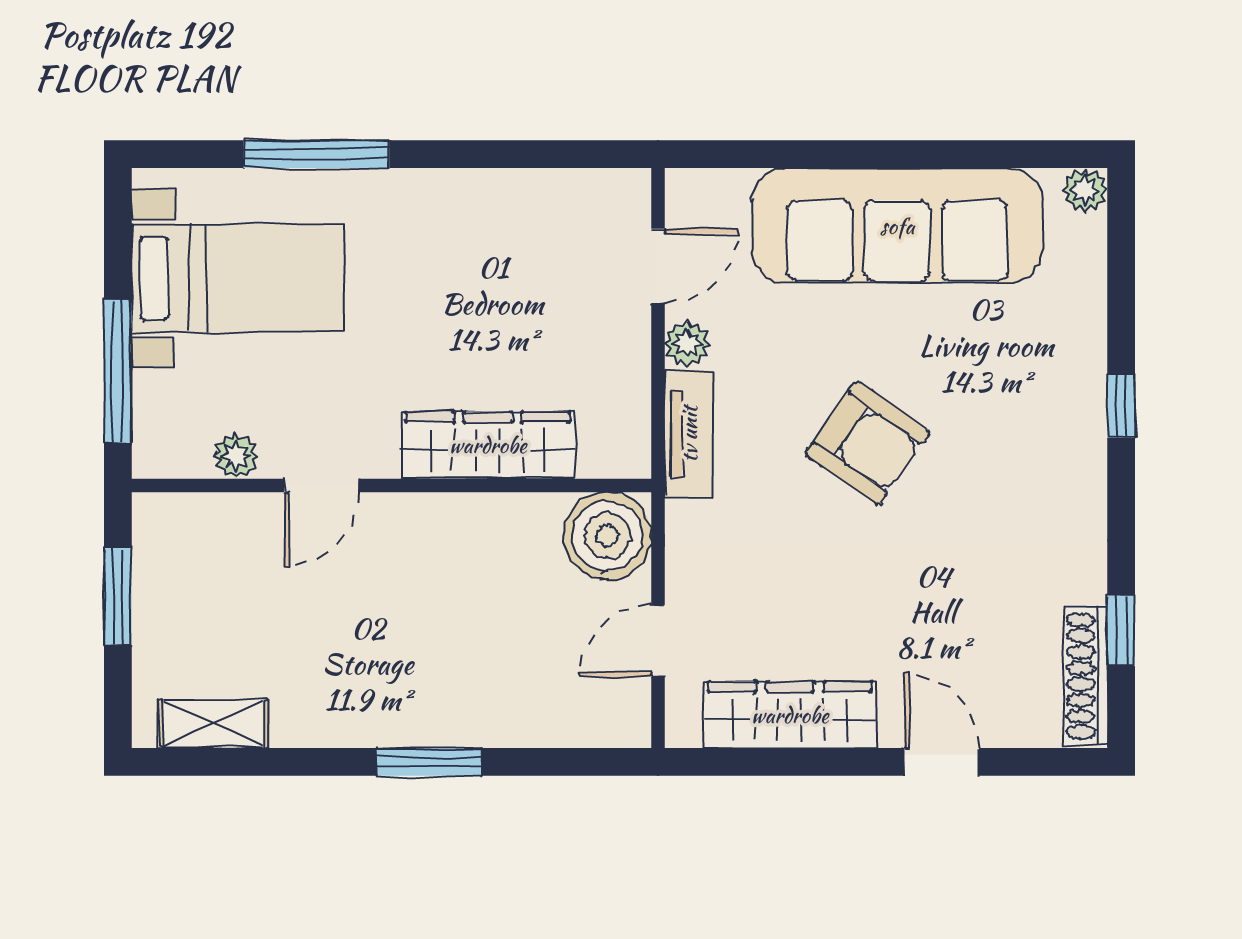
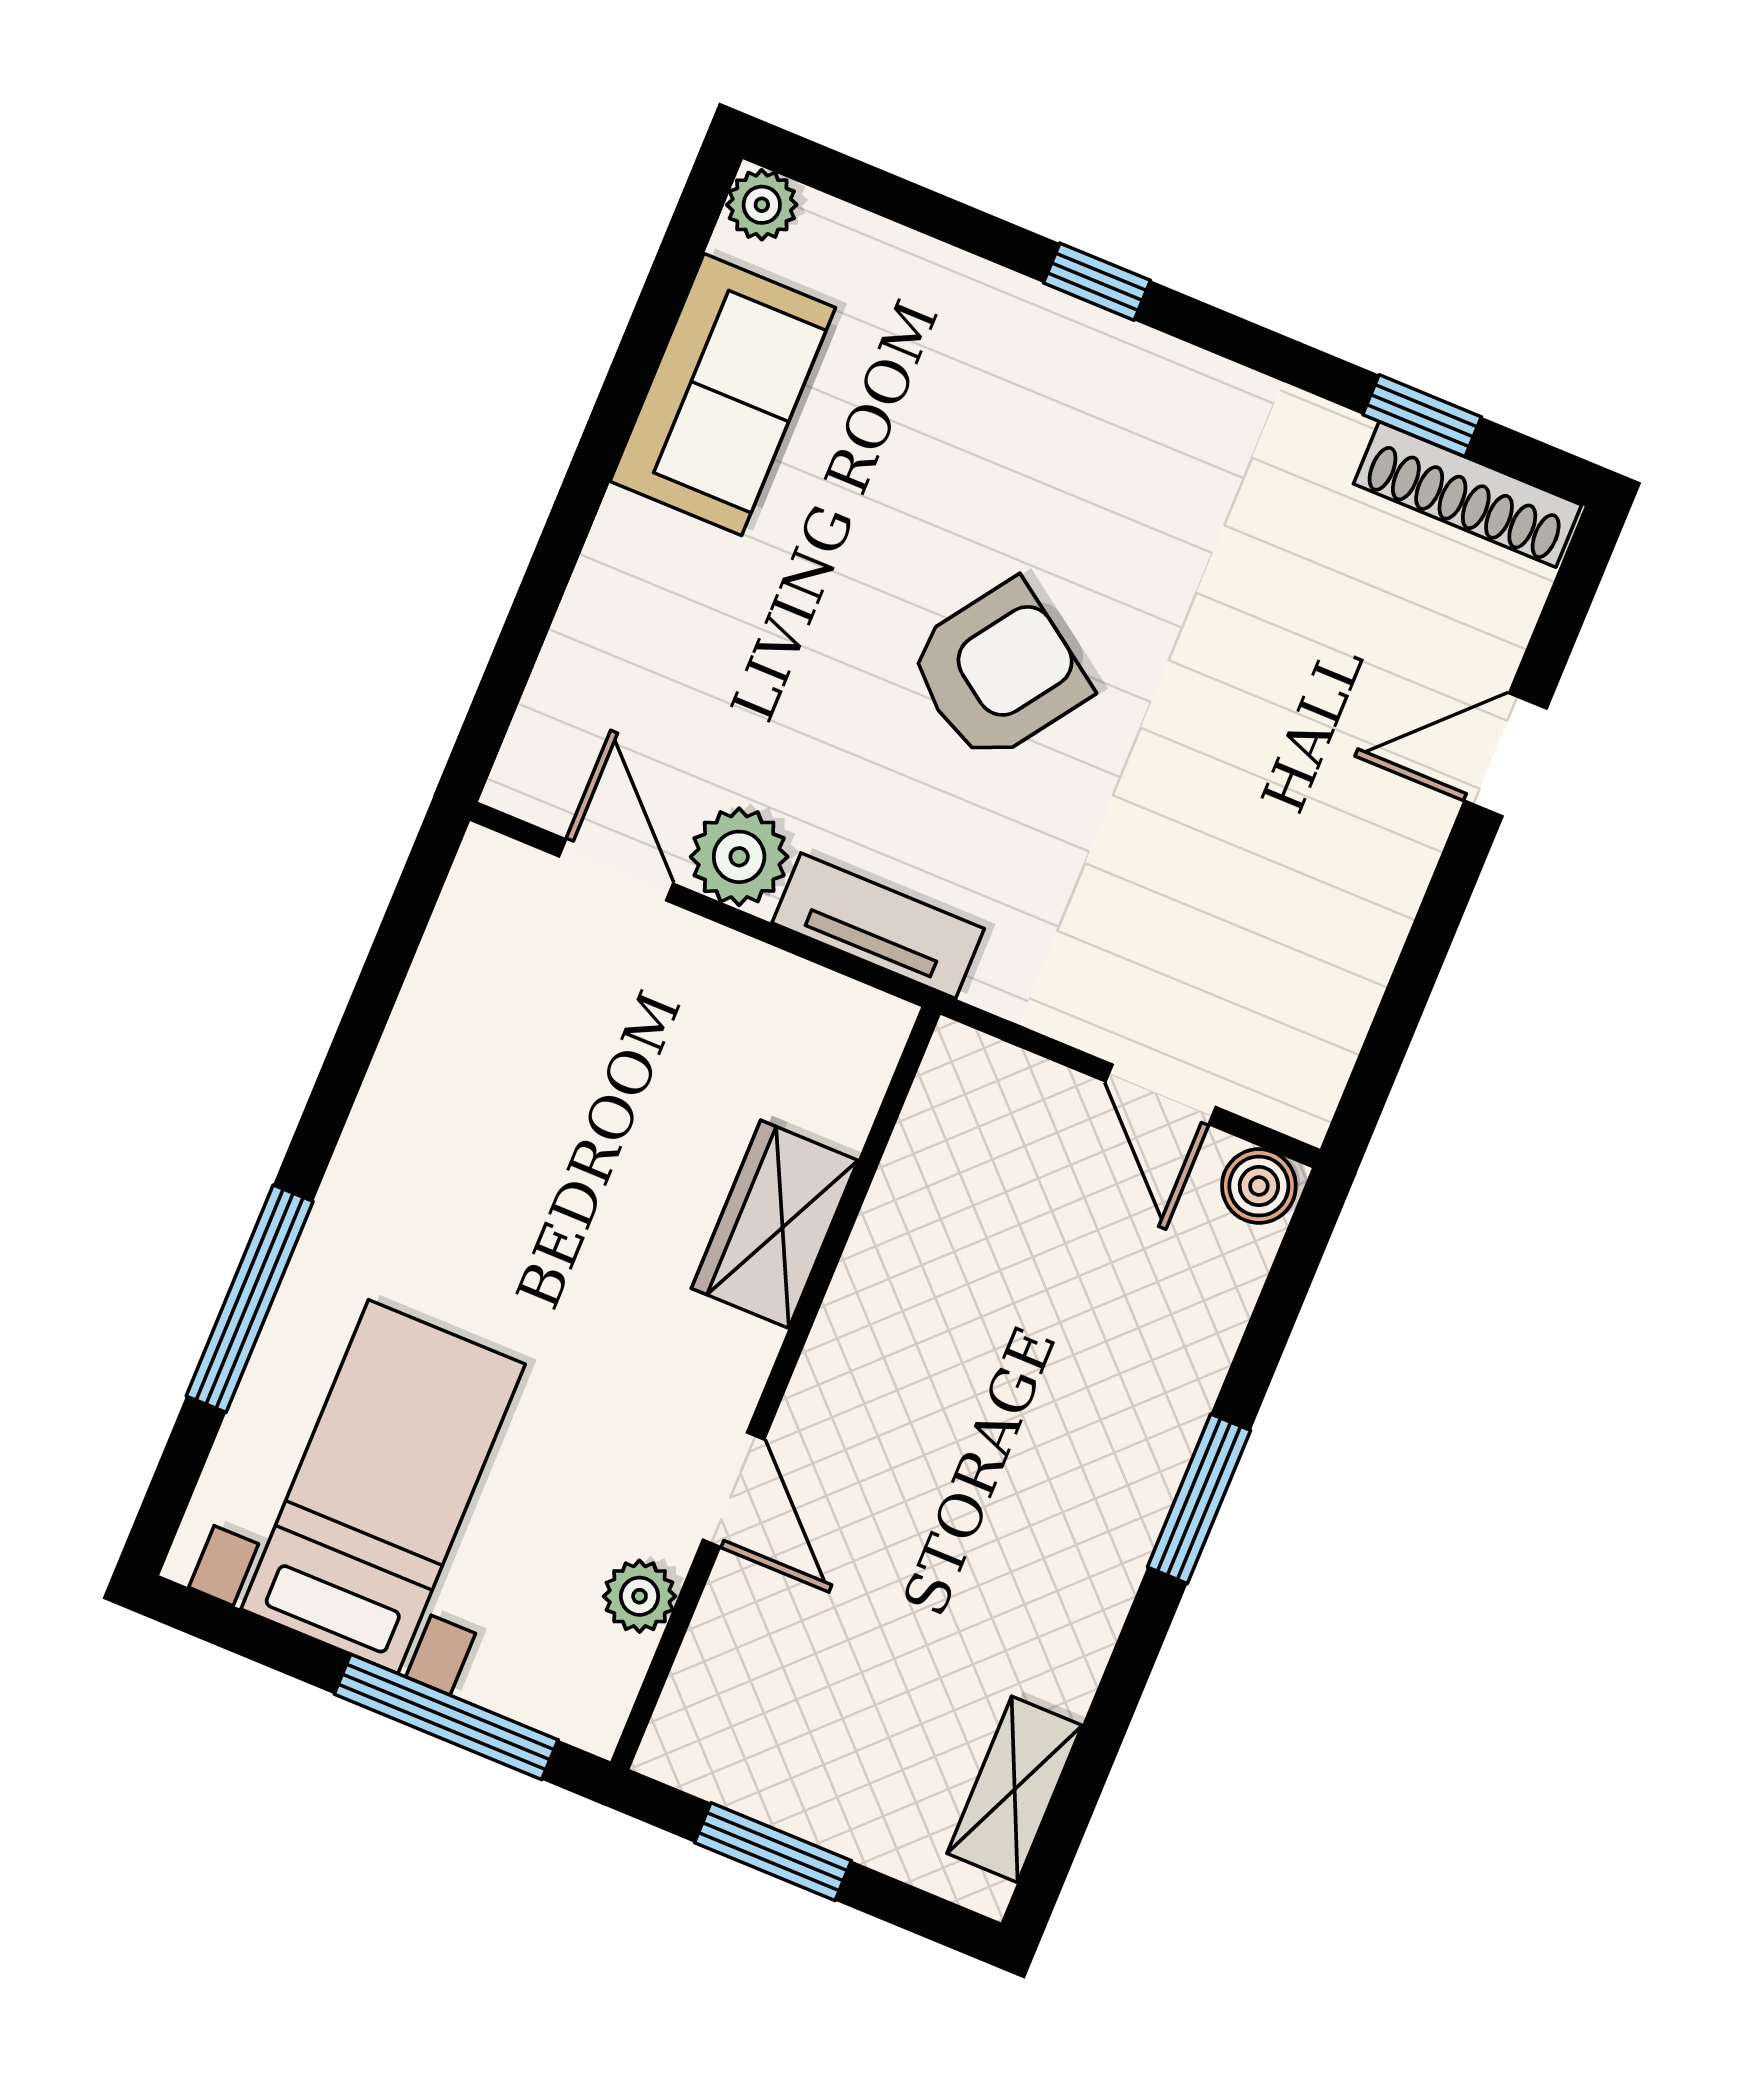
sofa: (897, 226) -> (723, 394), width x0.54, depth x0.79
plant: (687, 344) -> (739, 857), width x1.38, depth x1.38
wardrobe: (488, 445) -> (775, 1224), width x0.67
boiler: (607, 536) -> (1259, 1186), moved, width x0.54, depth x0.54
wardrobe: (790, 715) -> (1347, 947), removed

